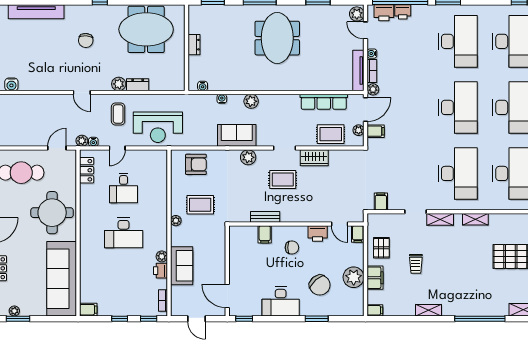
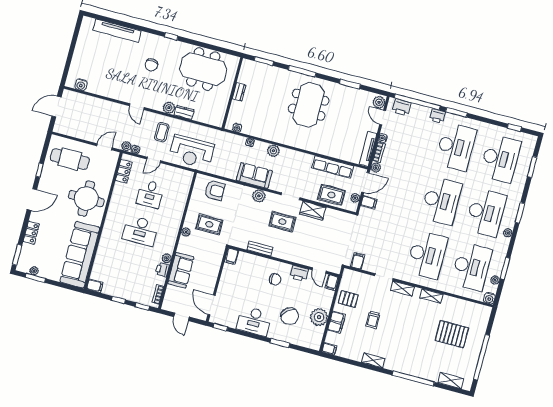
printer: (403, 12) -> (437, 116), moved
filing cabinet: (265, 234) -> (232, 256), moved
pallet: (381, 248) -> (348, 299), turned 90

